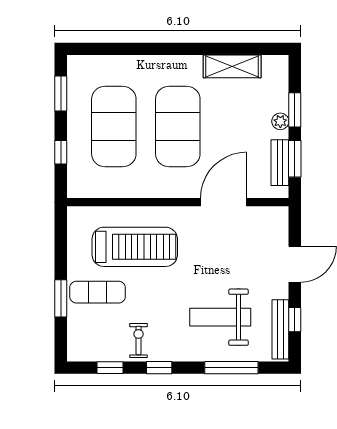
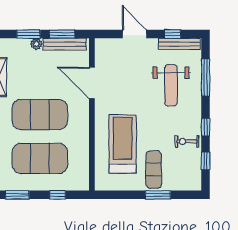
bench: (280, 163) -> (65, 44), width x1.36

